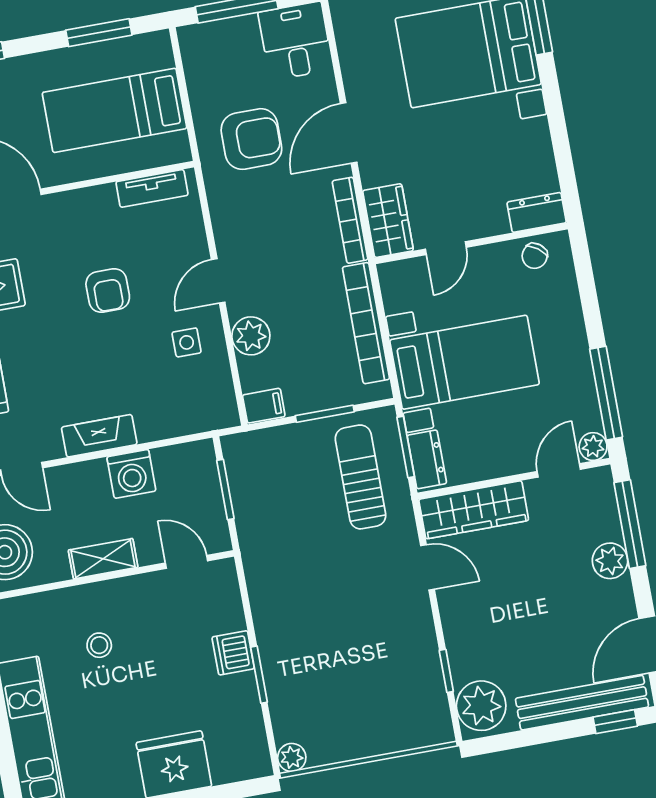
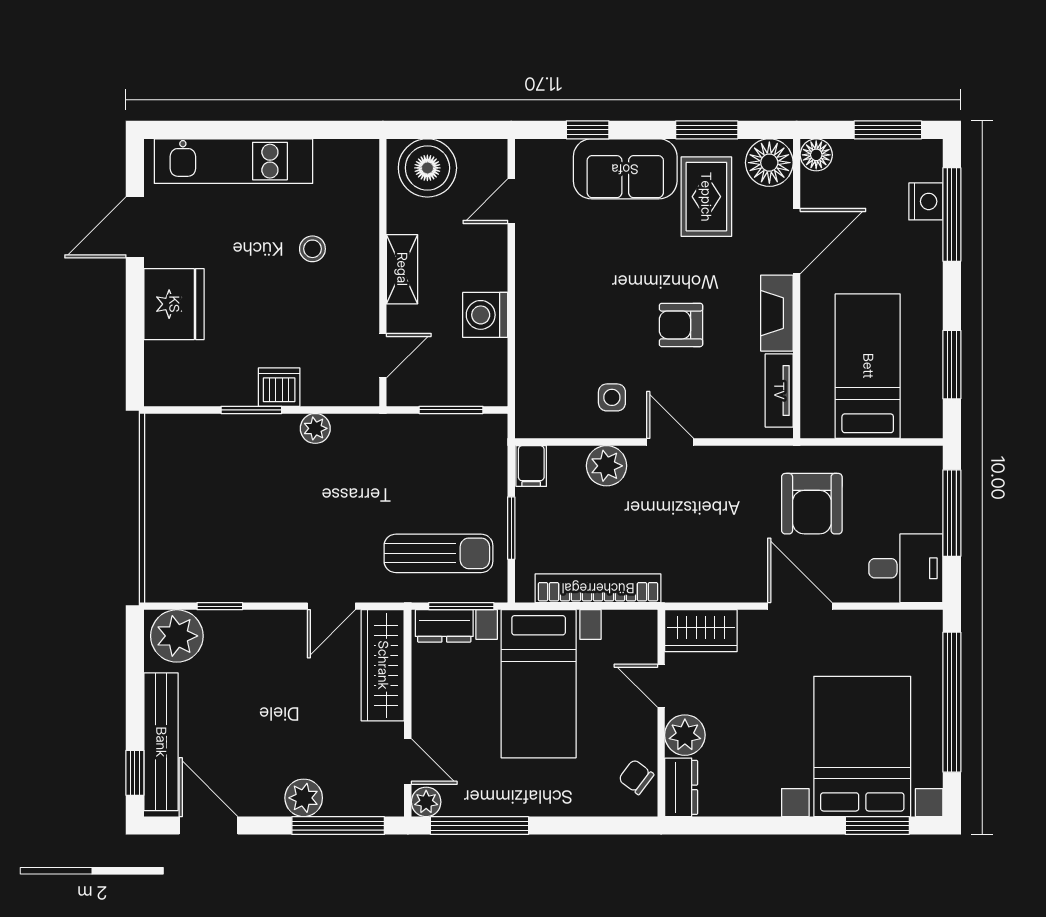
plant: (487, 218) -> (685, 735), added
bookcase: (350, 220) -> (708, 591), removed
fireplace: (99, 436) -> (777, 313), moved, turned 180
plant: (292, 758) -> (315, 428), moved

